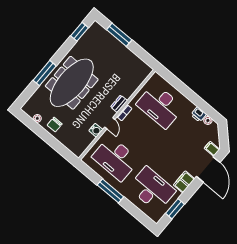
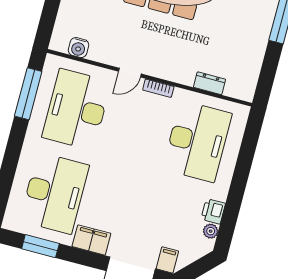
dresser: (119, 104) -> (209, 83), moved
desk: (160, 106) -> (197, 141), turned 180
water cooler: (96, 130) -> (78, 48), moved
window: (110, 191) -> (28, 94), moved

